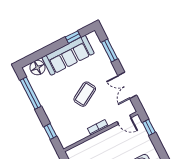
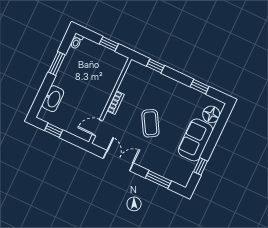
sofa: (68, 55) -> (195, 140), width x0.73
window: (31, 93) -> (200, 87), width x0.46
window: (149, 127) -> (54, 130), moved

